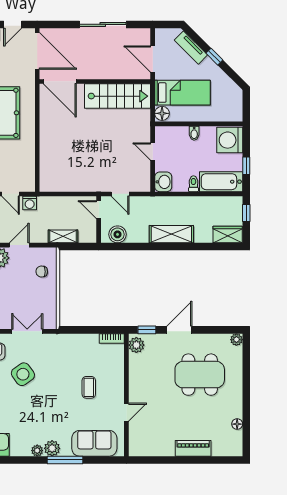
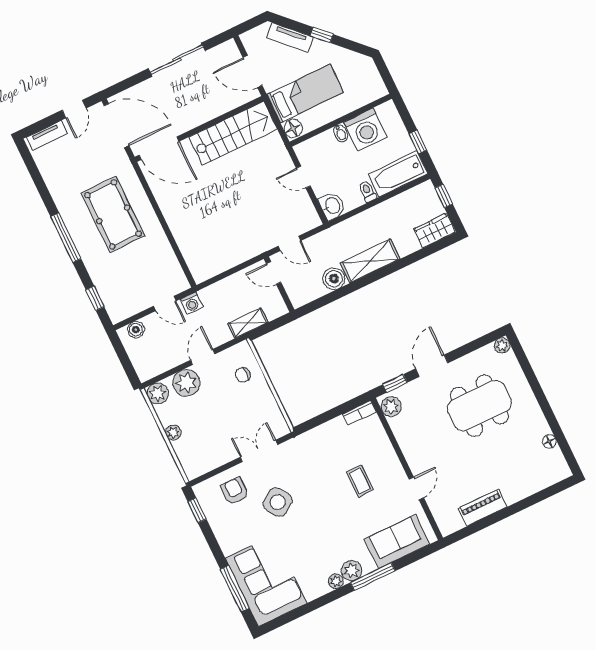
washing machine: (230, 140) -> (365, 130), moved, turned -90
boiler: (117, 234) -> (334, 279), moved
piano: (193, 448) -> (483, 508), moved

